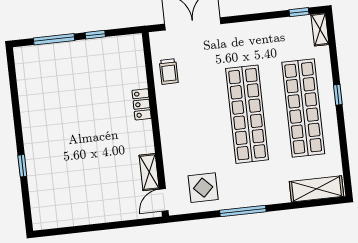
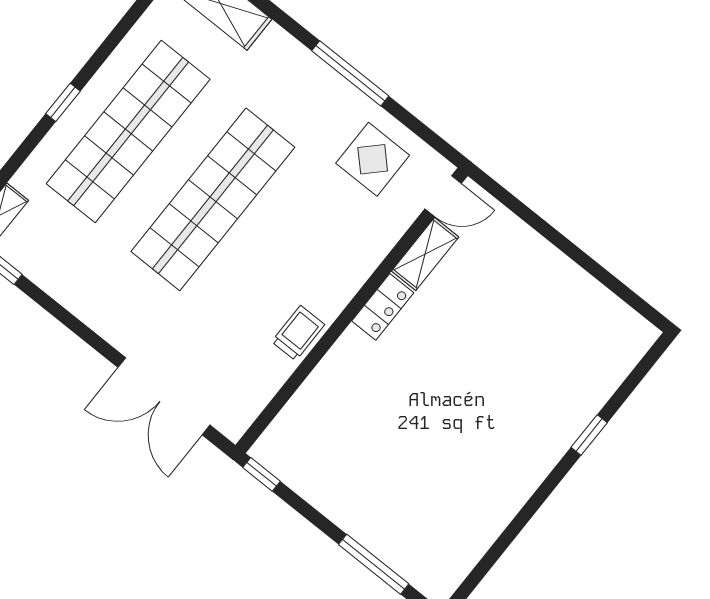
window: (95, 35) -> (262, 474), moved
trolley: (169, 71) -> (298, 333), moved
locker: (142, 104) -> (383, 307), moved

